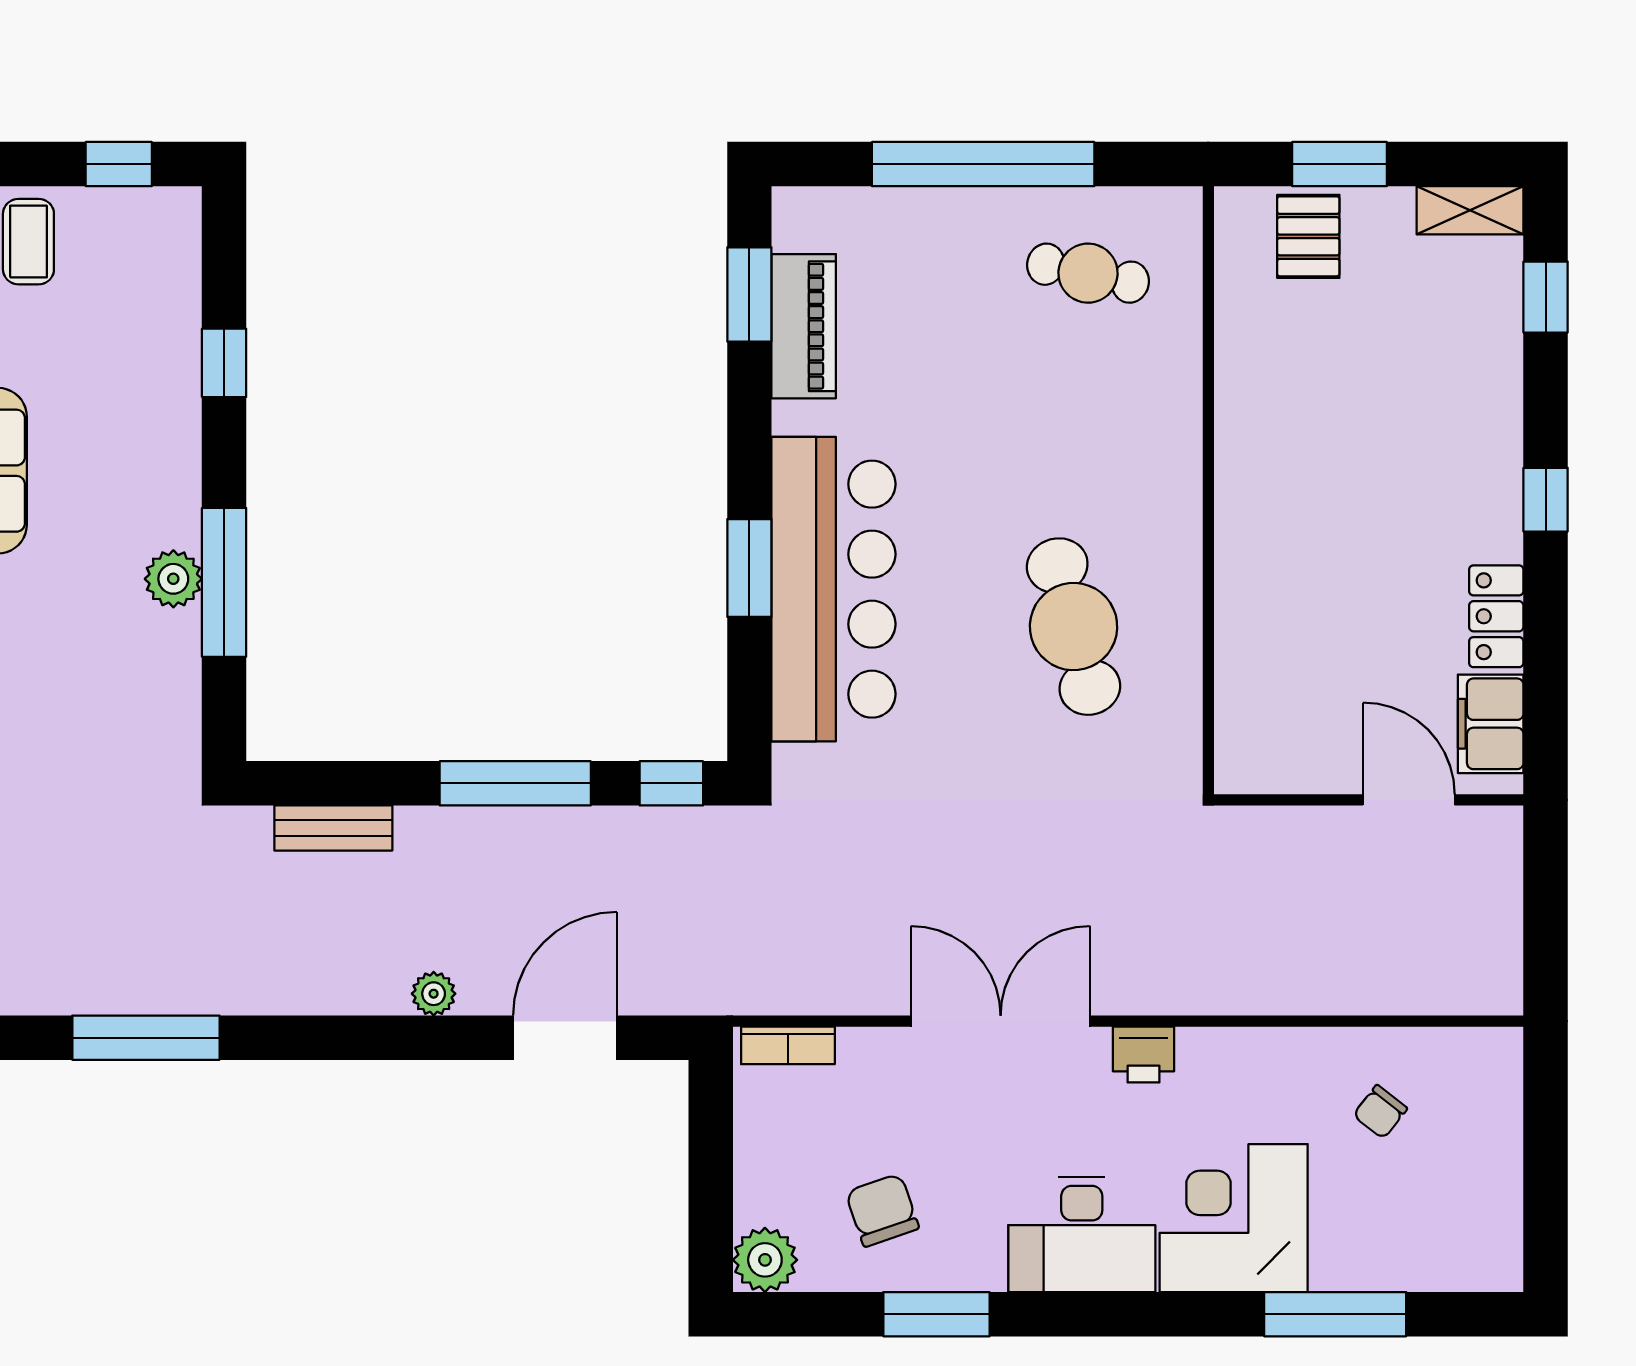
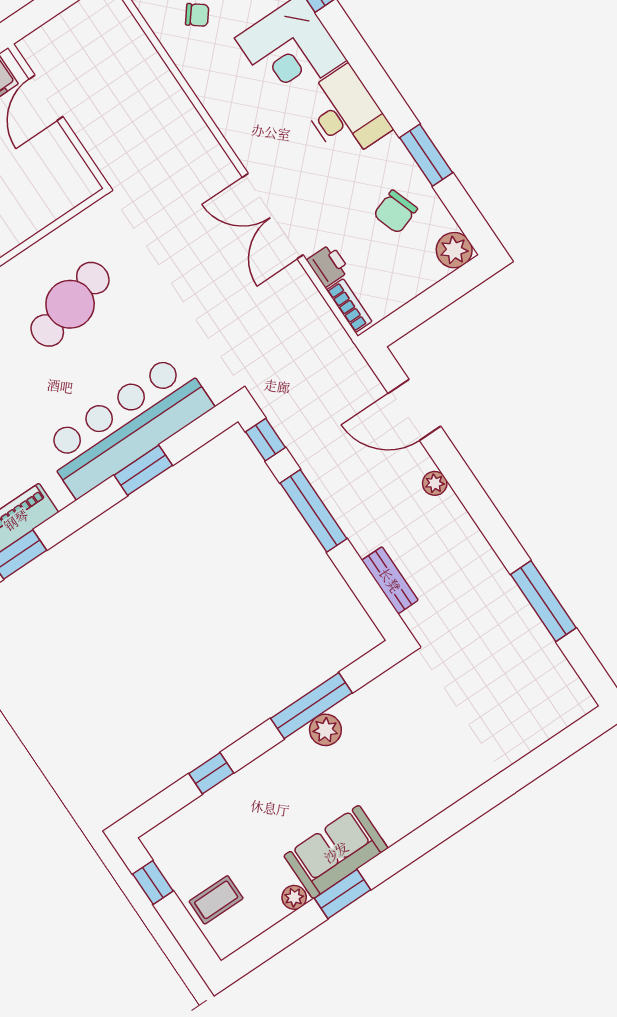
printer: (1143, 1055) -> (328, 265), moved

